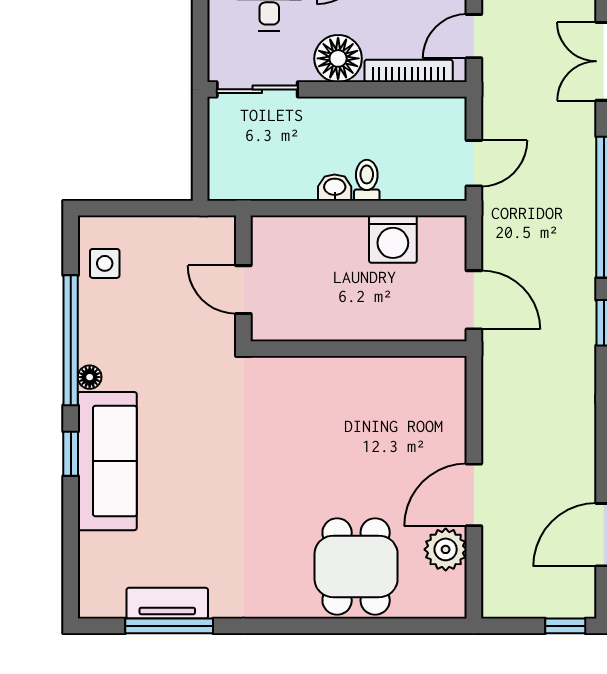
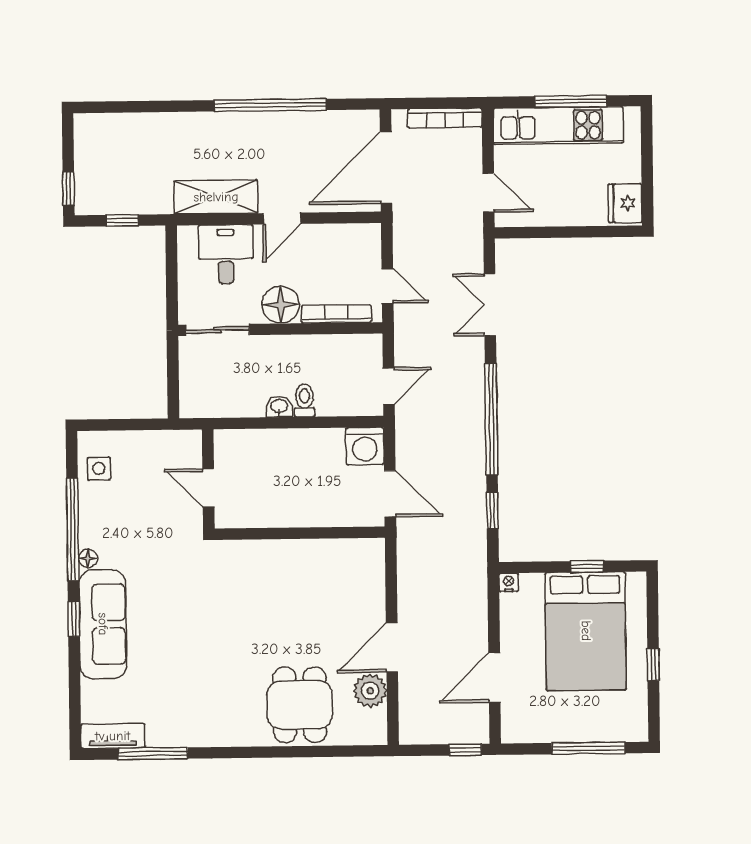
door: (474, 36) -> (388, 286), swing flipped
washing machine: (393, 239) -> (365, 446), moved
tv unit: (167, 603) -> (113, 736), moved

